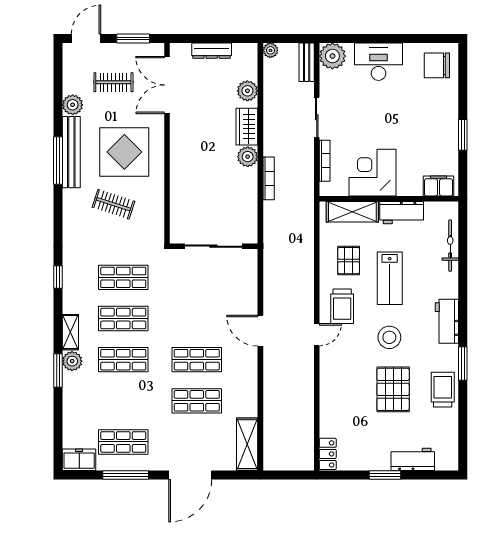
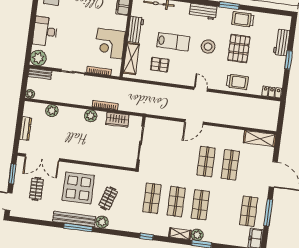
plant: (73, 105) -> (102, 222), moved
wardrobe: (247, 127) -> (117, 120), moved
trolley: (342, 306) -> (237, 82), moved
pallet: (393, 389) -> (239, 49), turned 90

